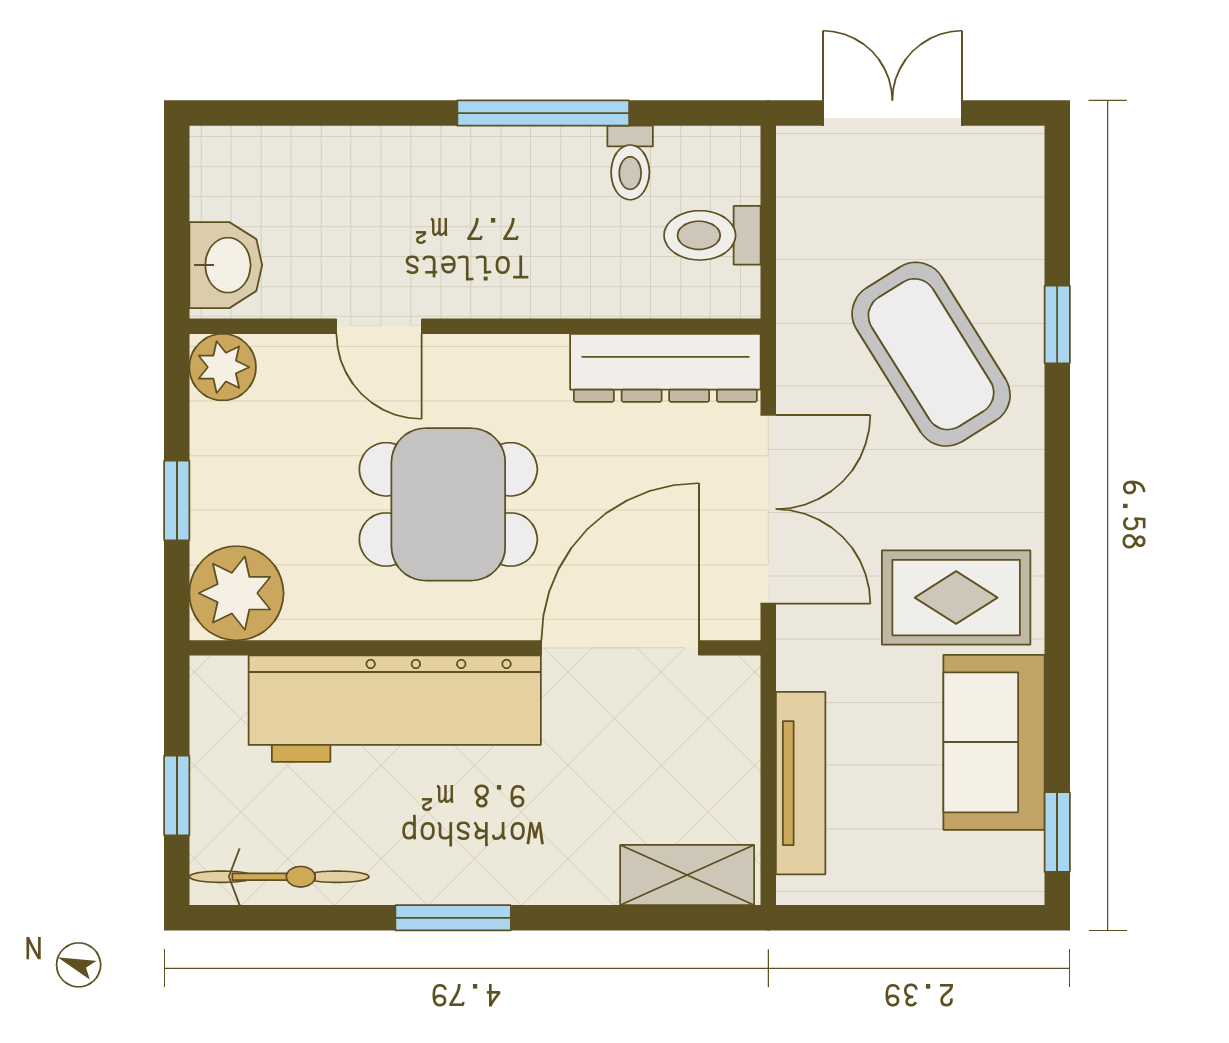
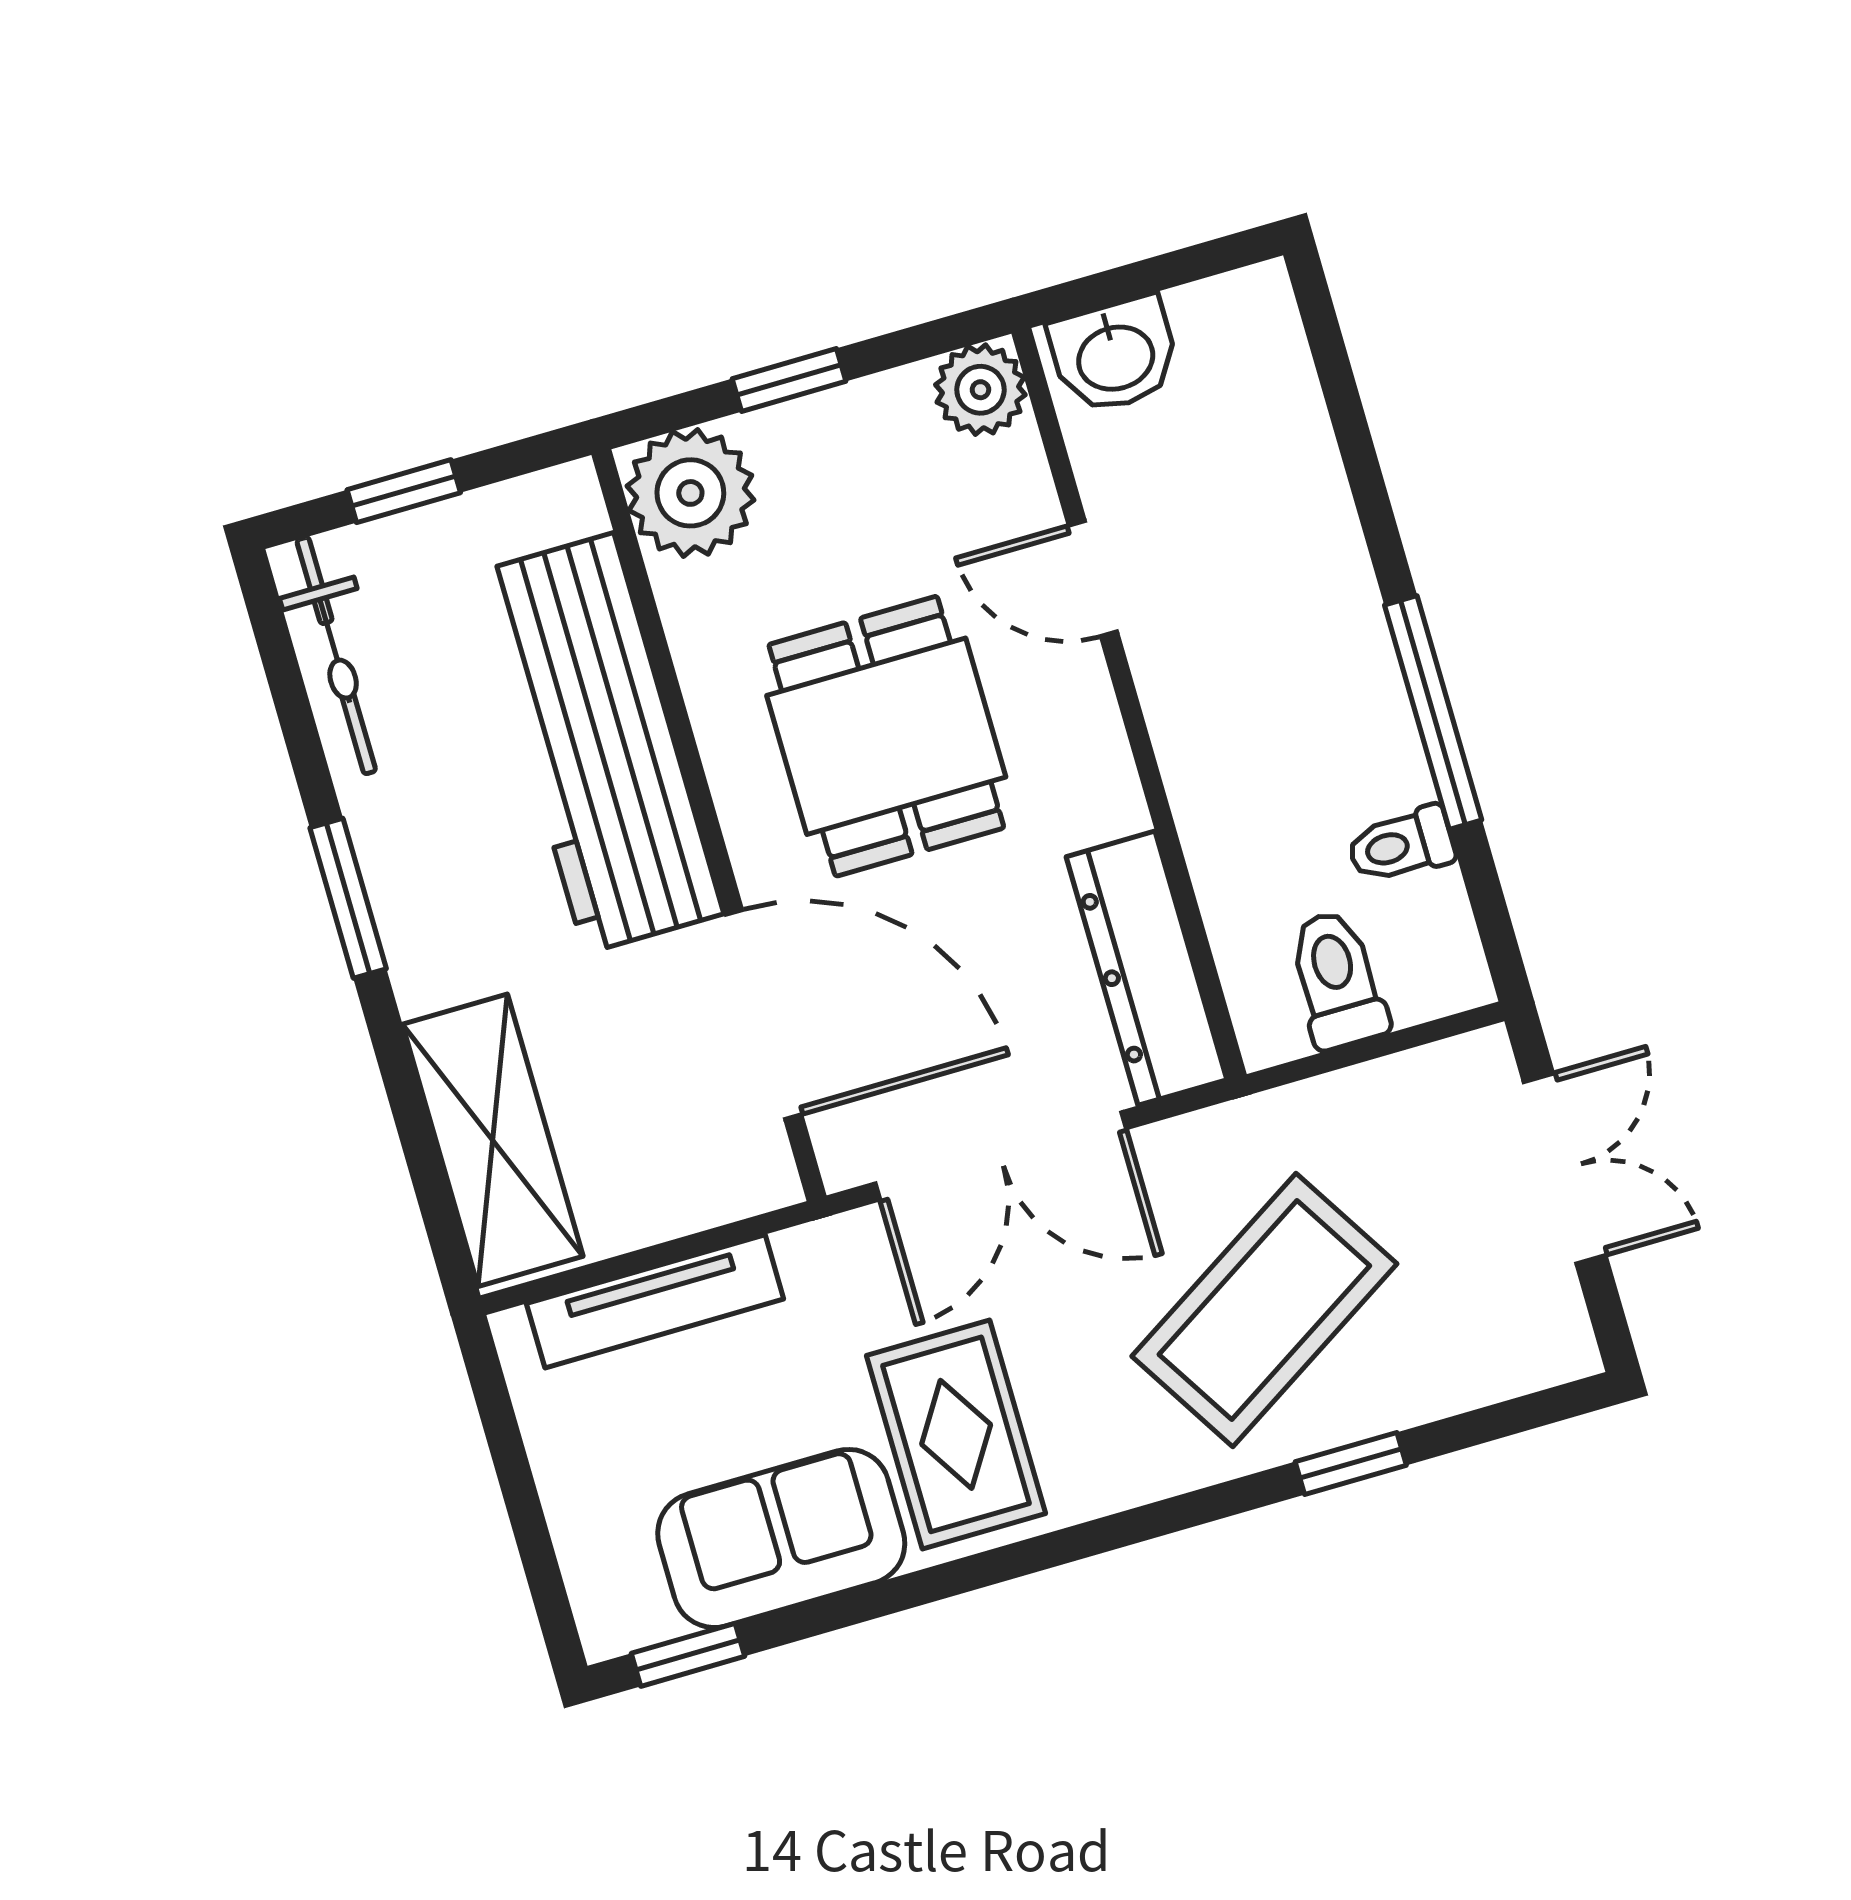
door: (379, 326) -> (1093, 579), hinge flipped
shelving: (687, 875) -> (493, 1140), width x1.50, depth x1.33

